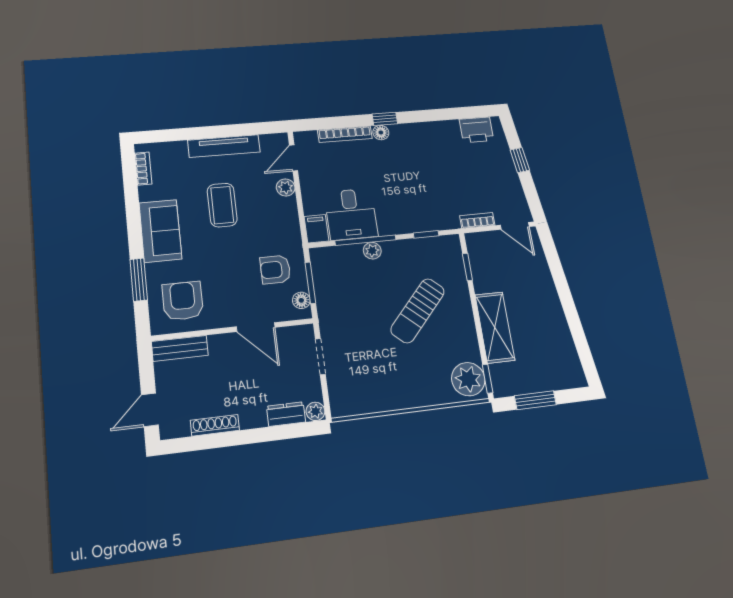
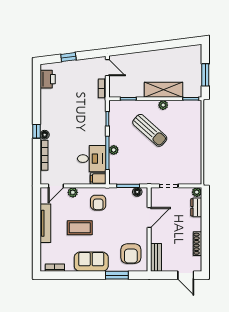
door: (294, 158) -> (56, 186), hinge flipped
door: (515, 226) -> (107, 68), hinge flipped
armchair: (275, 270) -> (98, 203), moved
armchair: (183, 301) -> (131, 254), turned -90
plant: (468, 379) -> (163, 105), moved, width x0.53, depth x0.53

